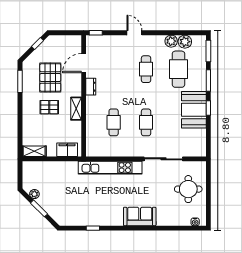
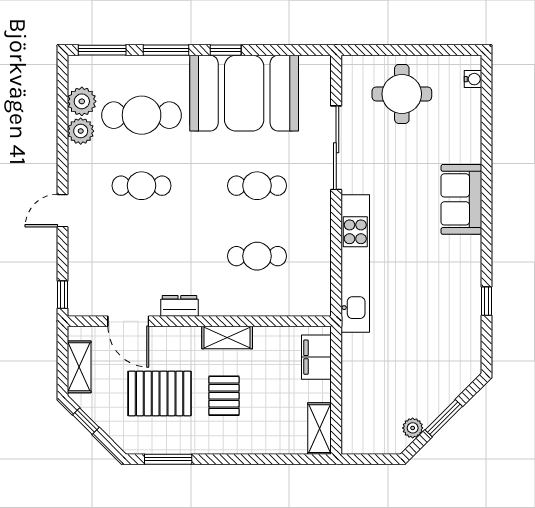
shelving: (63, 40) -> (79, 367), added
booth: (194, 110) -> (244, 93), width x1.36, depth x1.42

